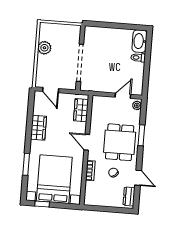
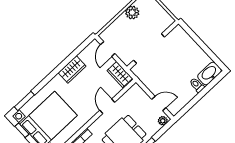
wardrobe: (81, 110) -> (120, 74), moved, turned -90
door: (87, 142) -> (107, 106), moved
window: (26, 164) -> (24, 101), moved

